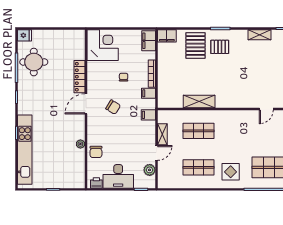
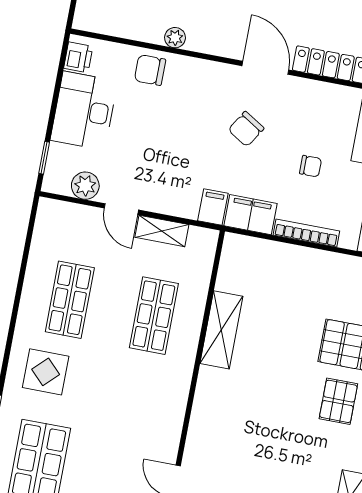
filing cabinet: (149, 93) -> (250, 215), width x2.00

